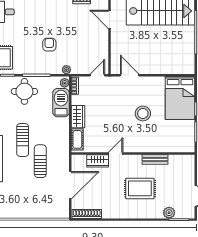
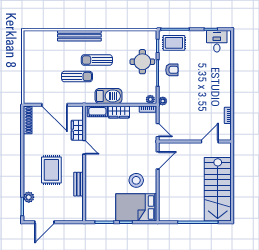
armchair: (49, 45) -> (172, 70), moved
barbecue: (61, 103) -> (108, 96), moved
stool: (143, 114) -> (136, 180), moved

